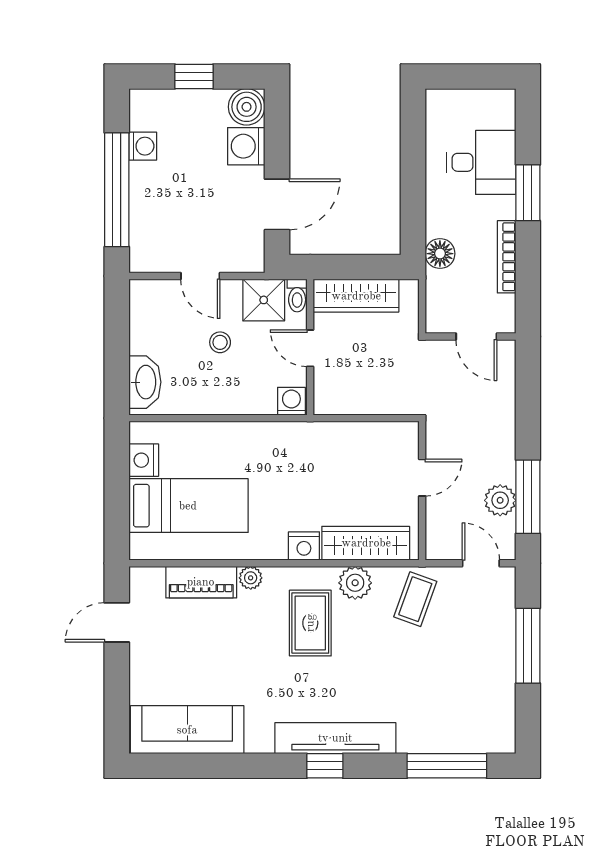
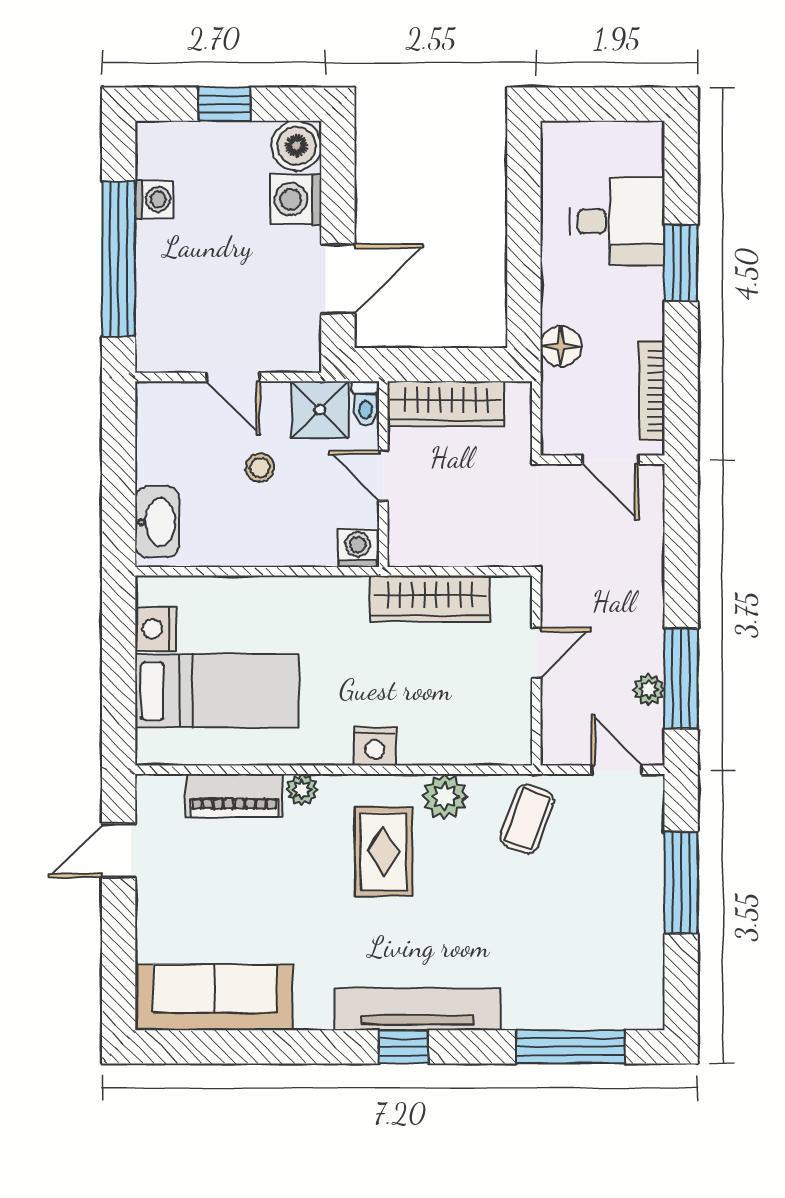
bookcase: (507, 257) -> (652, 391), moved
plant: (500, 500) -> (649, 690), width x0.73, depth x0.73
wardrobe: (366, 543) -> (430, 599), moved, turned 180

